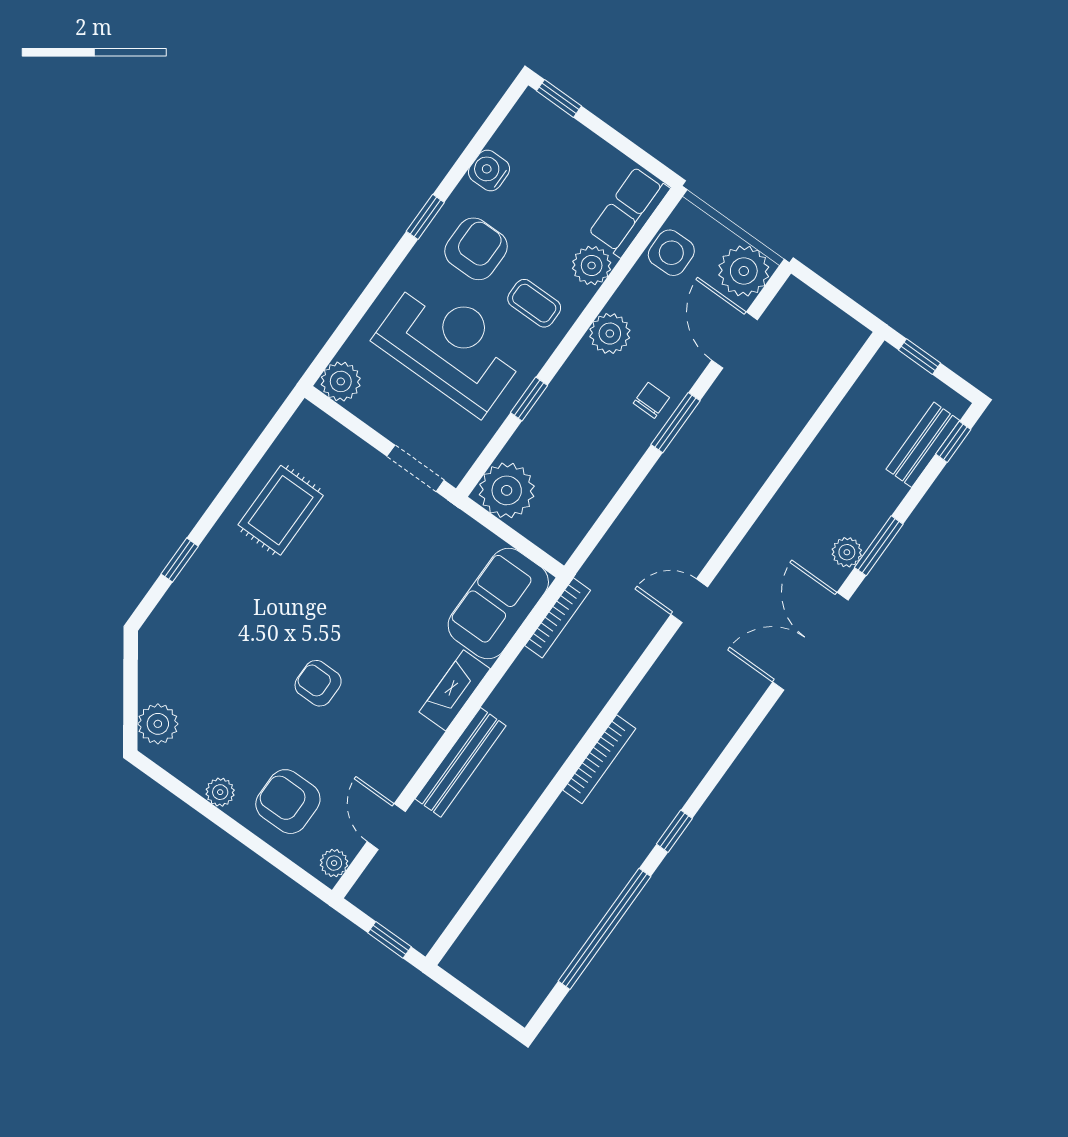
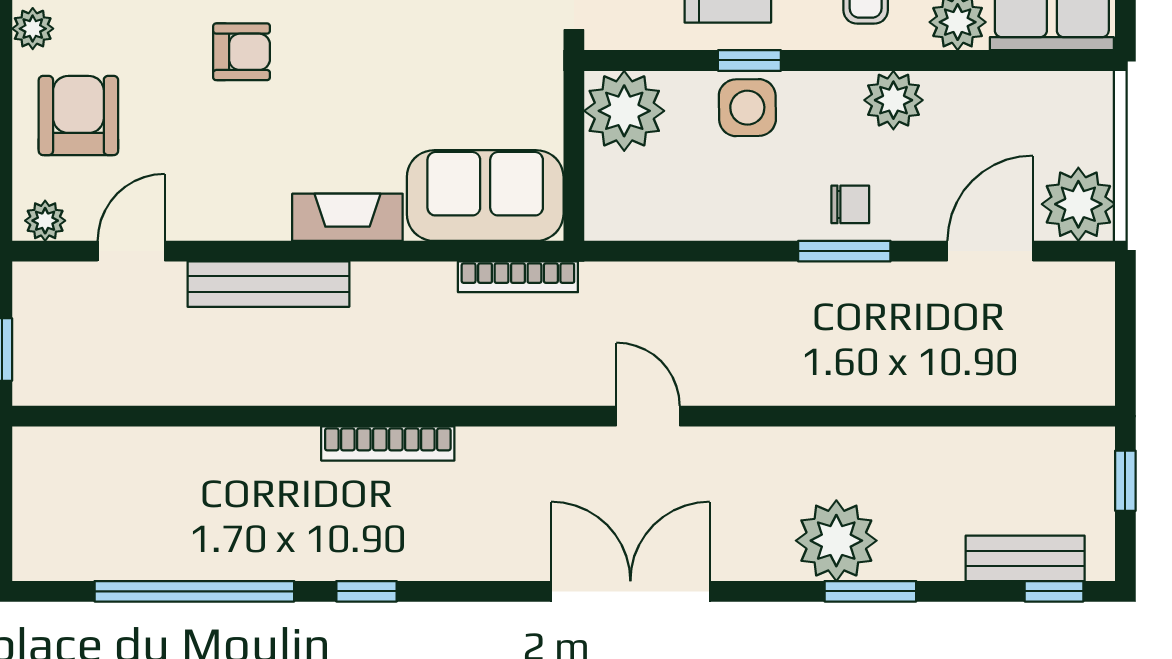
side table: (671, 253) -> (747, 108), moved
plant: (847, 552) -> (836, 541), width x1.87, depth x1.87
double door: (810, 641) -> (630, 591), moved
armchair: (318, 683) -> (242, 52), turned 90

